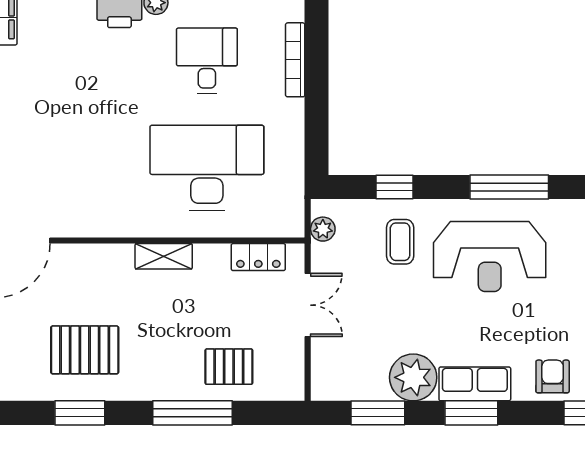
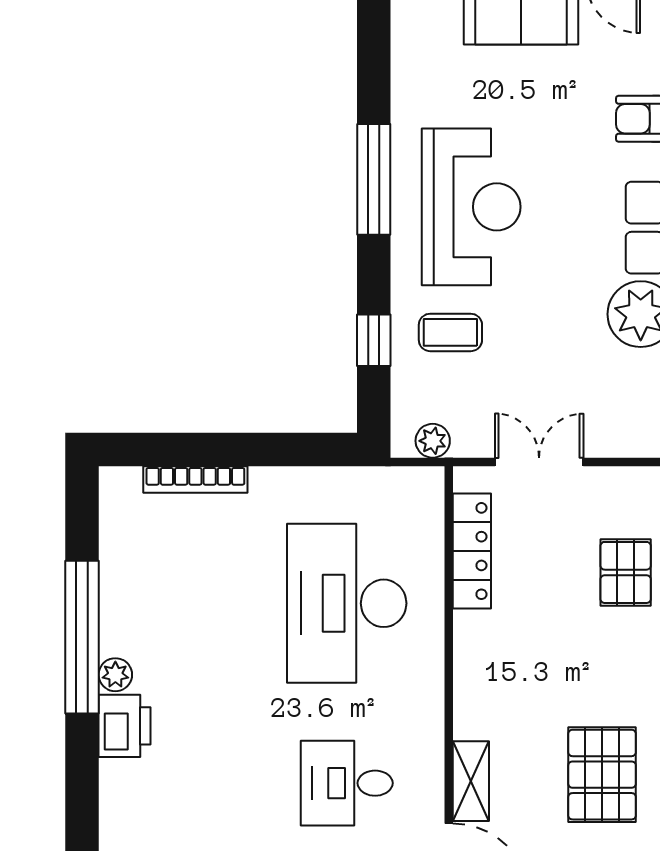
desk: (207, 61) -> (347, 783), moved
shelving: (164, 256) -> (471, 781), moved
locker: (258, 257) -> (472, 551), width x1.53

